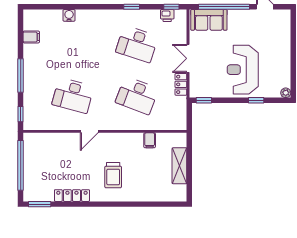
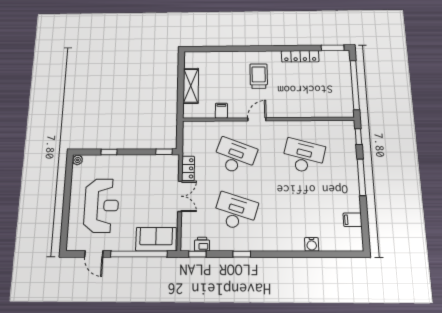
reception desk: (243, 70) -> (101, 206), moved
door: (89, 131) -> (257, 119), moved

